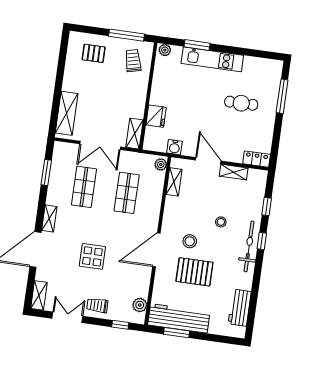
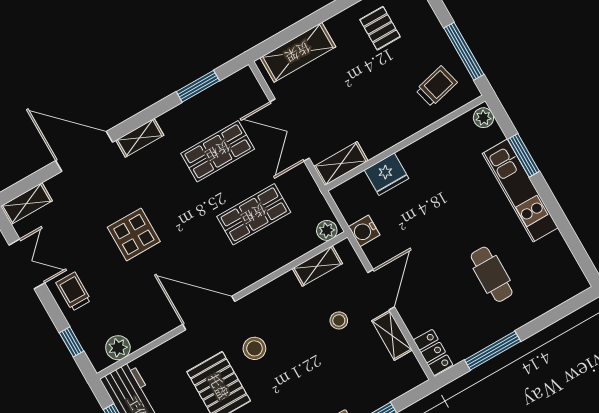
pallet: (94, 53) -> (380, 28), moved
window: (282, 96) -> (493, 351), moved
stool: (221, 222) -> (339, 320), moved

